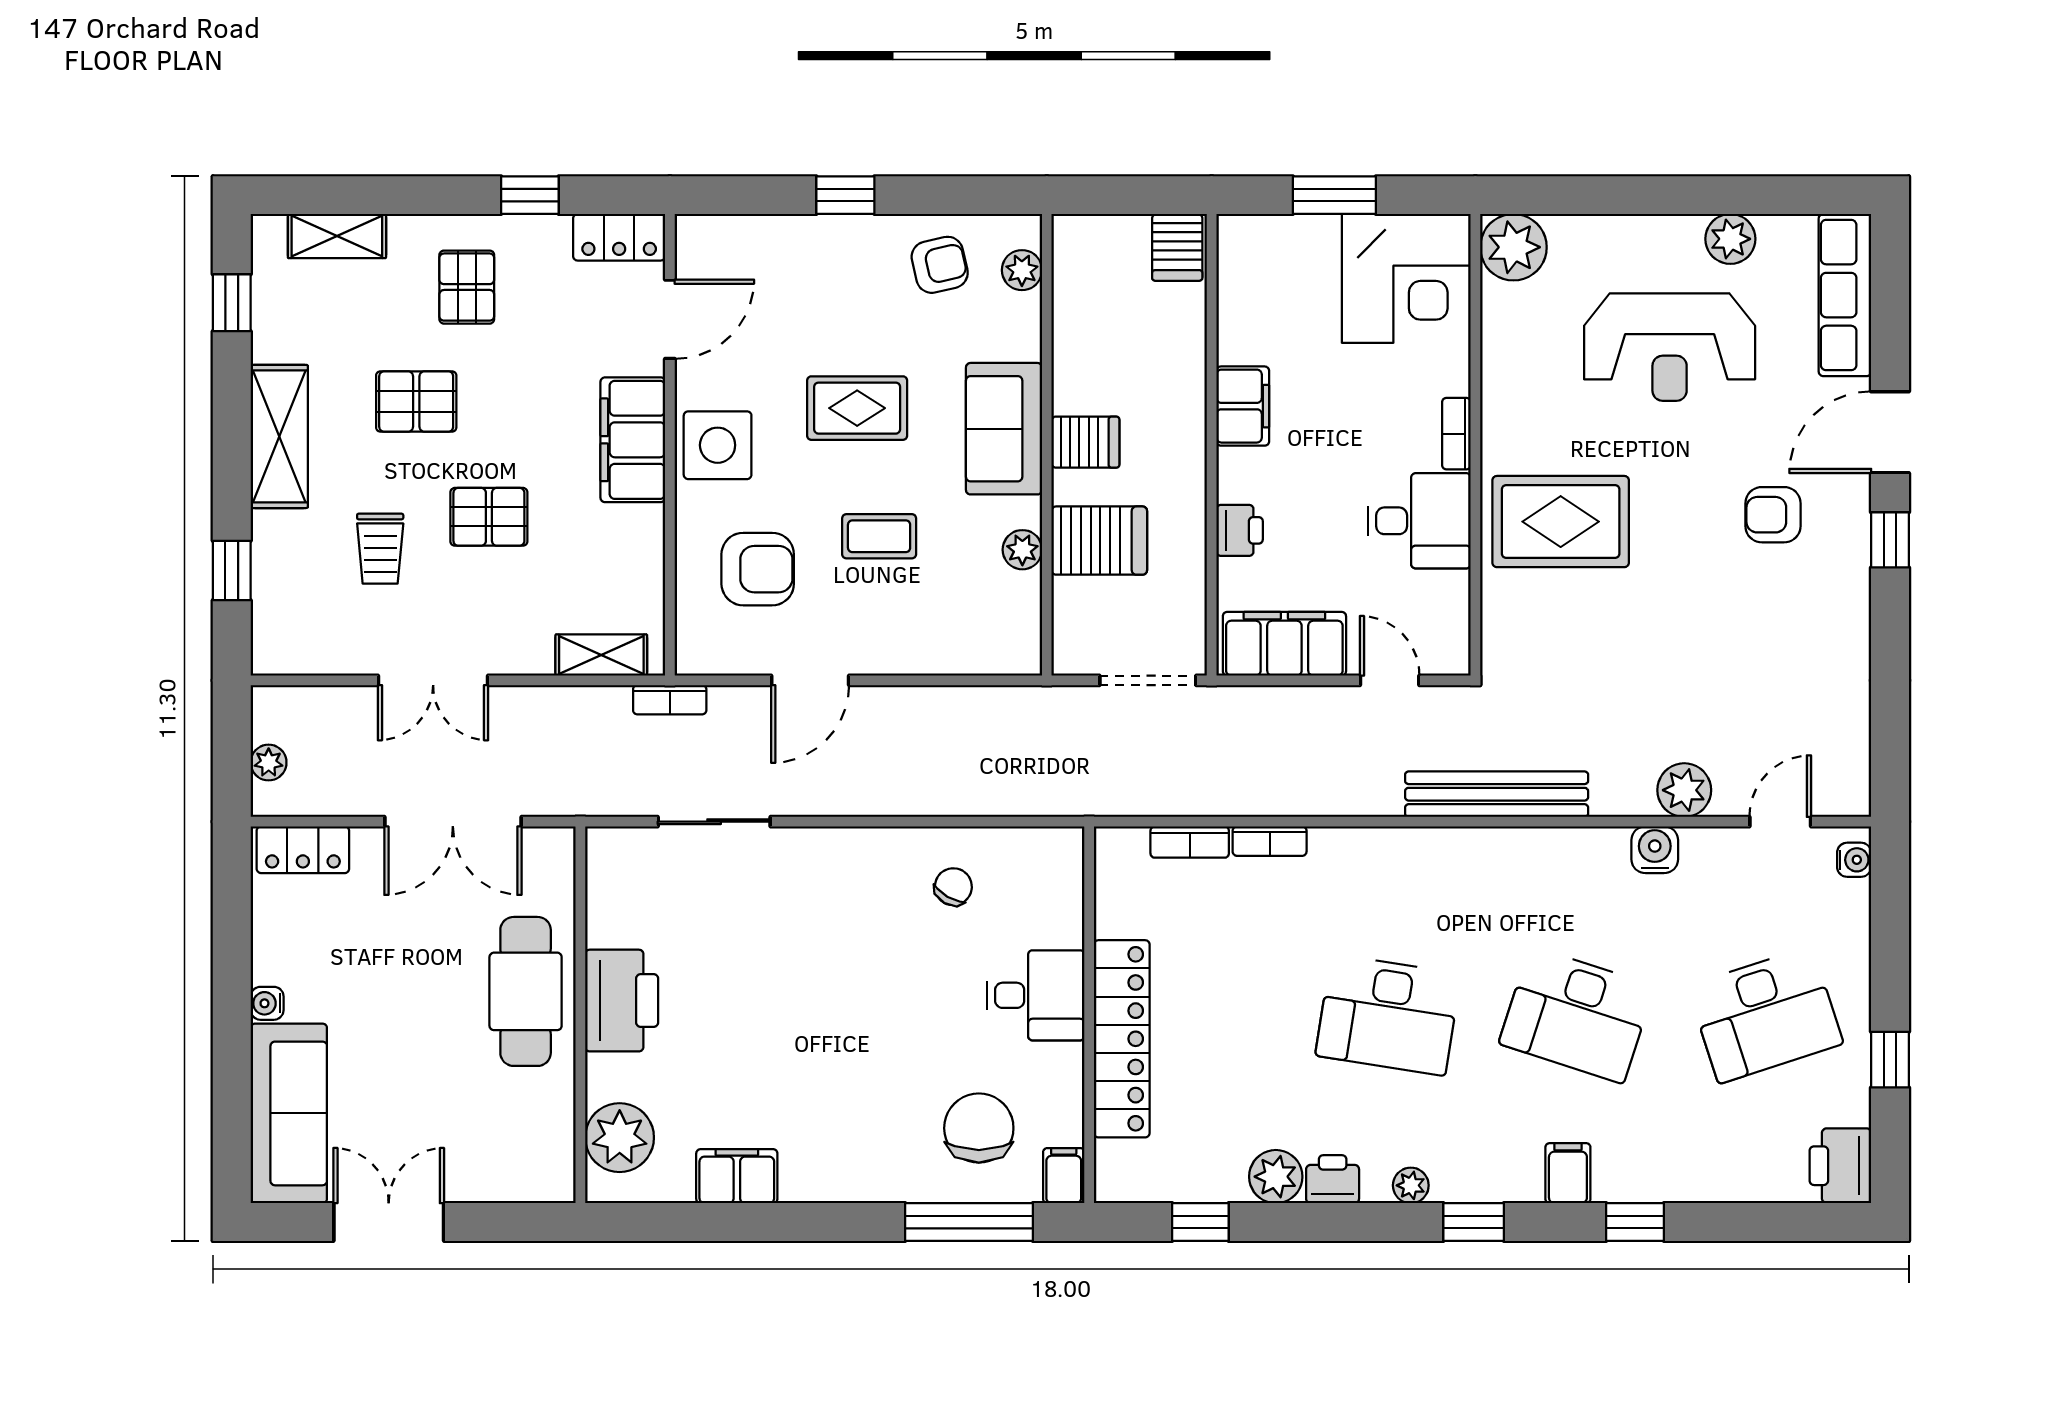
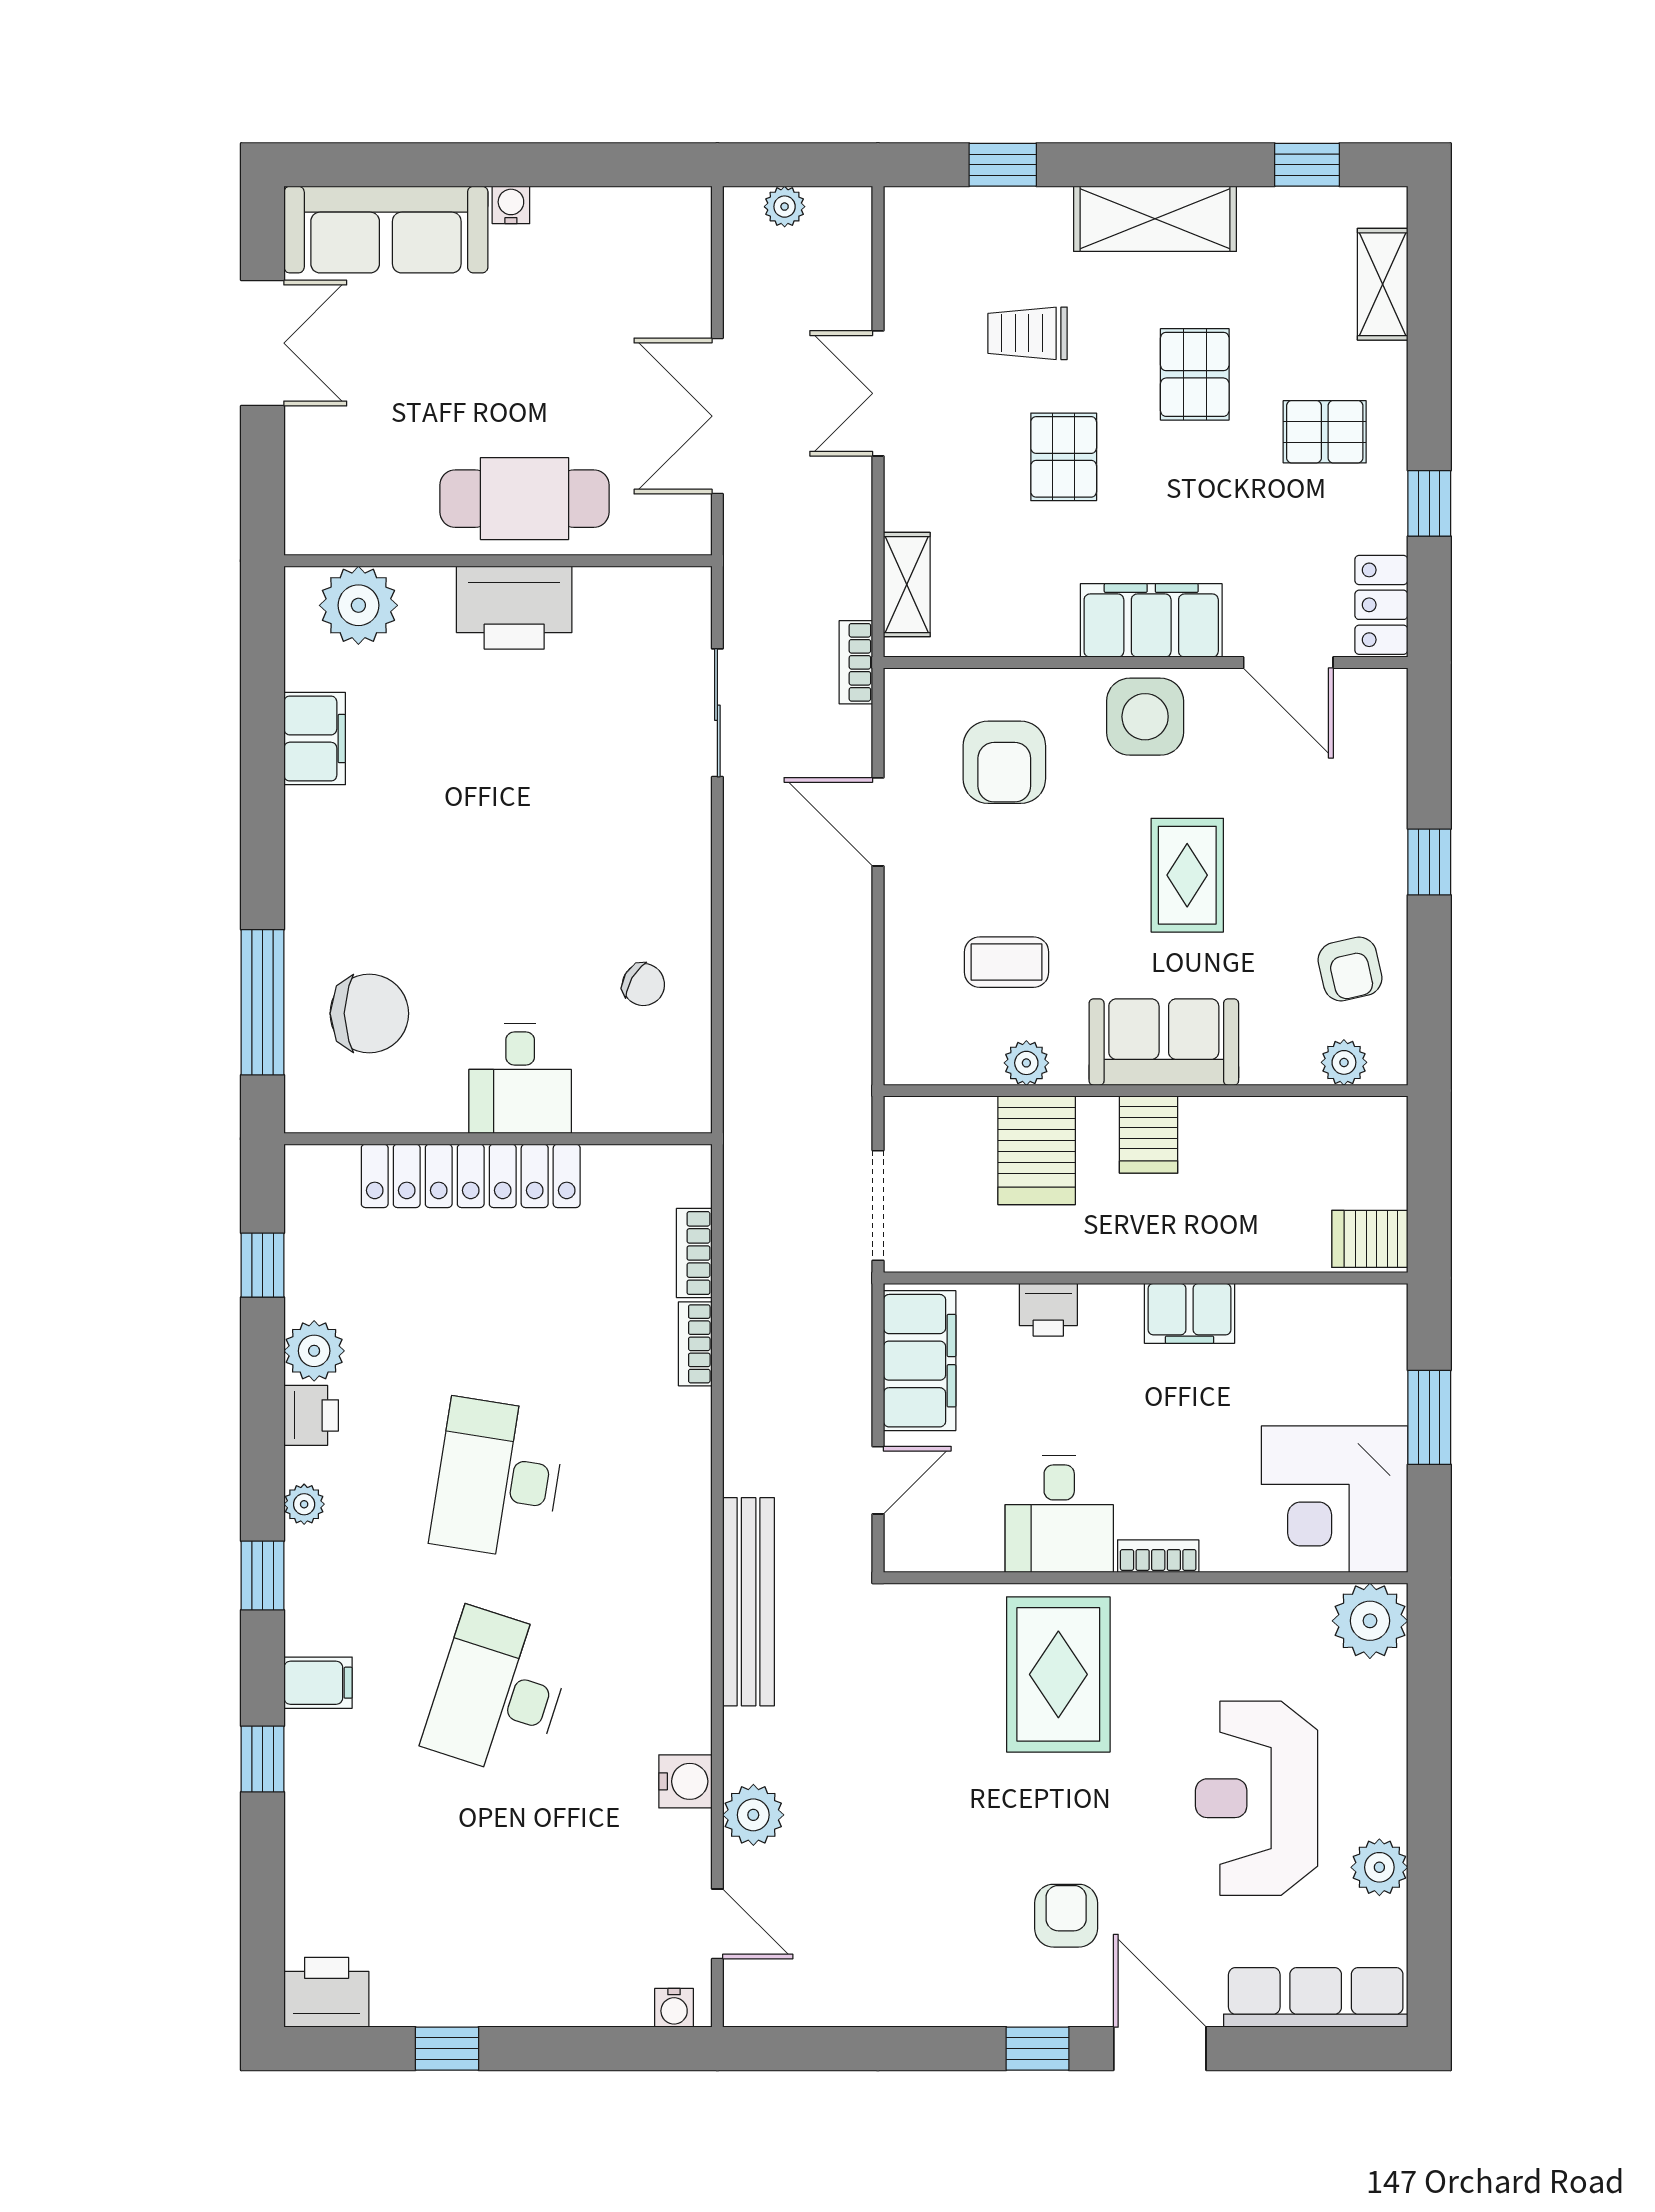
coffee table: (879, 536) -> (1007, 962), moved, turned 90
locker: (303, 850) -> (685, 246), removed
desk: (1765, 1015) -> (498, 1907), removed
filing cabinet: (1064, 1176) -> (315, 1110), removed

